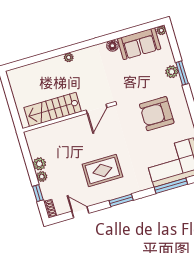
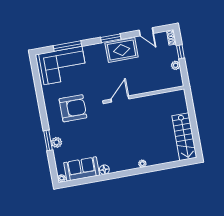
stairs: (53, 109) -> (184, 137), moved, turned 90
door: (97, 109) -> (120, 99), moved
wall: (68, 117) -> (145, 94), moved
plant: (39, 164) -> (177, 76), removed
rug: (102, 170) -> (122, 50), moved

